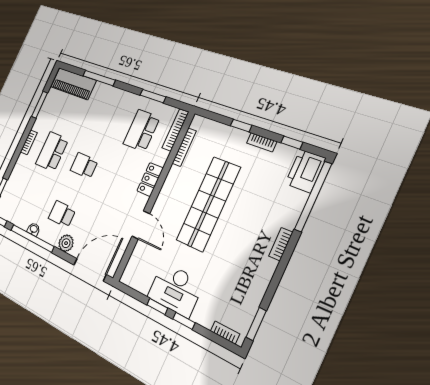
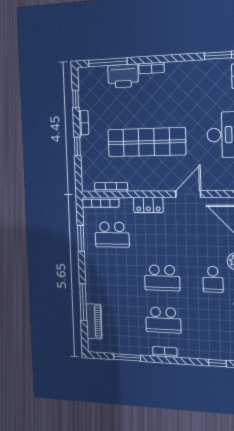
piano: (73, 84) -> (94, 321), width x0.73, depth x0.75
school desk: (84, 166) -> (162, 278), width x1.85
printer: (305, 171) -> (123, 76), moved
window: (313, 197) -> (108, 62), width x0.68

